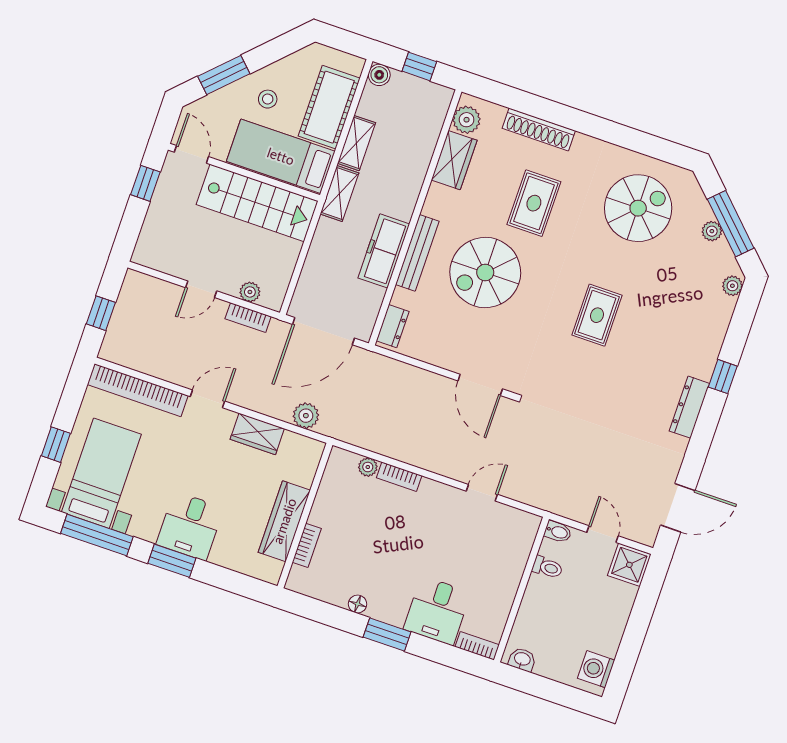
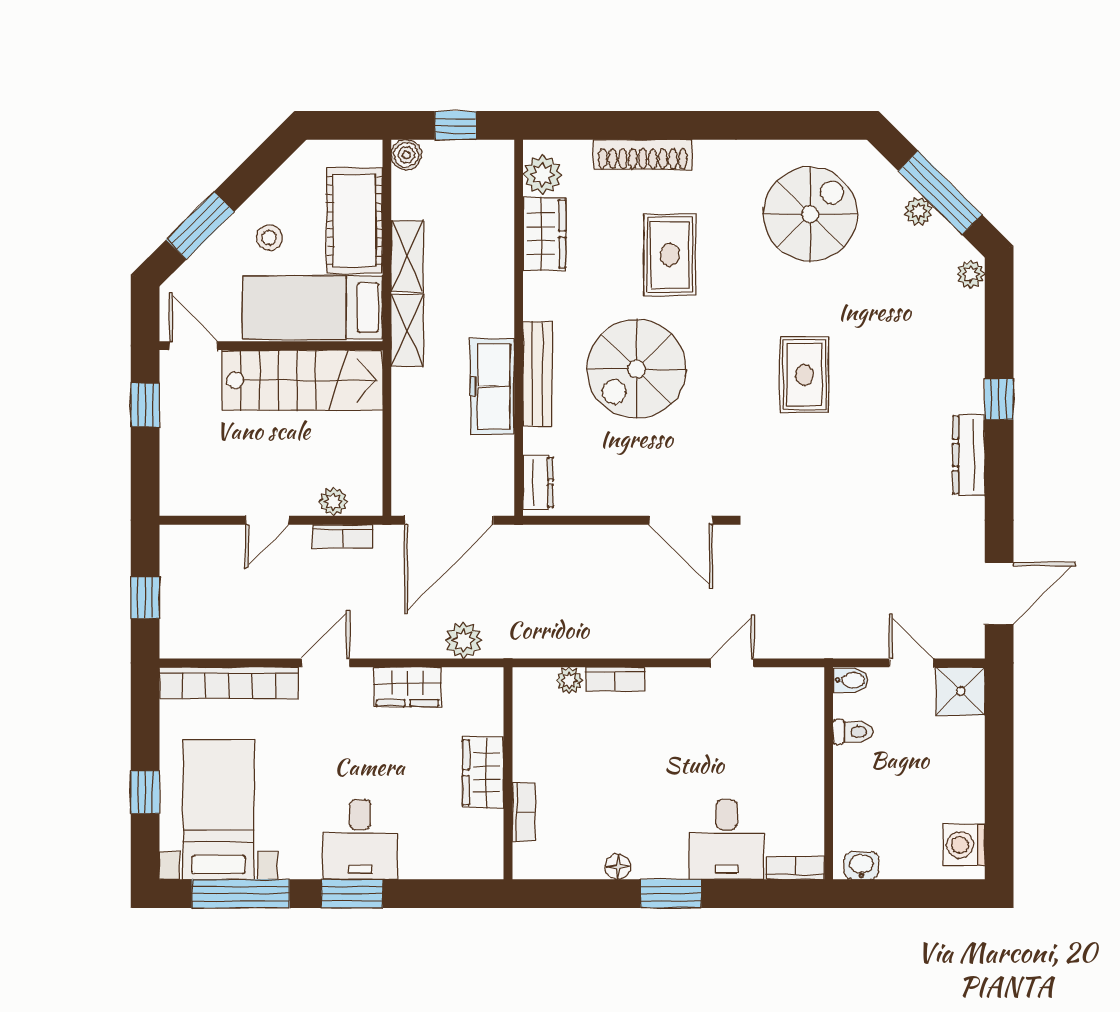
wardrobe: (284, 521) -> (483, 772), width x0.67

